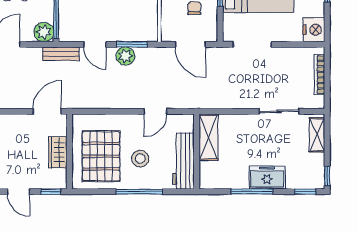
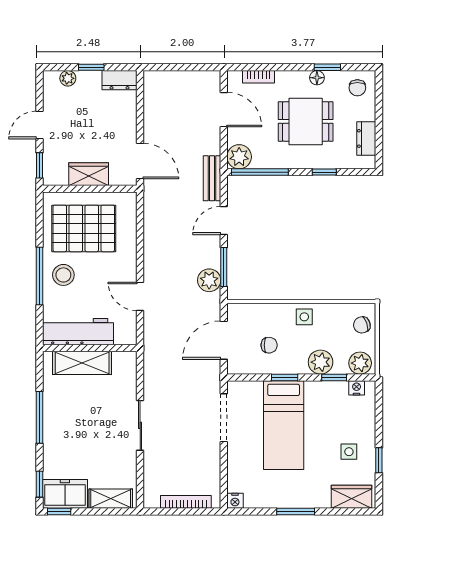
nightstand: (314, 30) -> (235, 501), width x0.53, depth x0.56
plant: (125, 56) -> (209, 280), moved
sliding door: (279, 111) -> (140, 425), moved
shelving: (209, 137) -> (82, 363), moved
stool: (140, 159) -> (63, 275), moved
freezer: (267, 177) -> (65, 494), moved, turned -90

